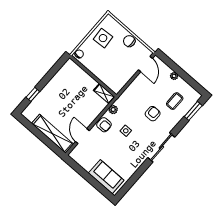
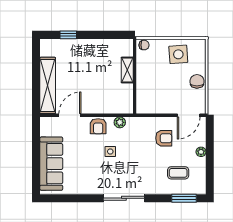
shelving: (104, 94) -> (127, 70), moved
armchair: (153, 114) -> (164, 138), moved
sofa: (106, 177) -> (51, 164), width x1.36

